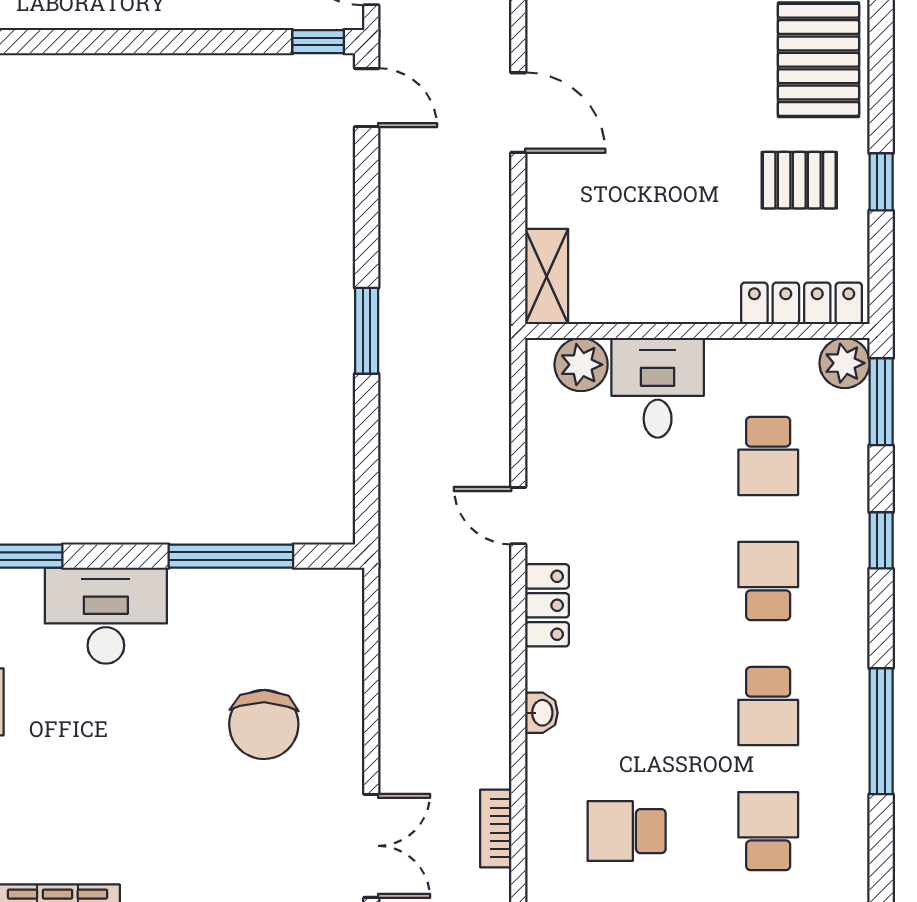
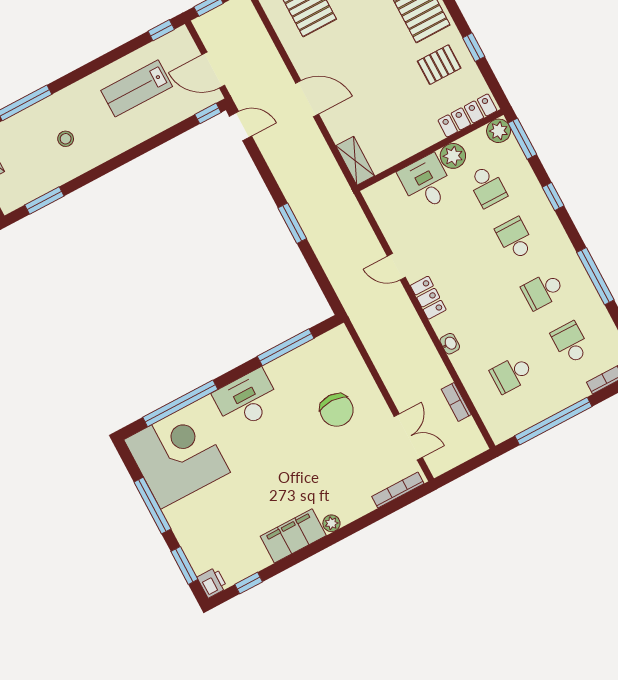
plant: (581, 365) -> (453, 156), moved
school desk: (768, 706) -> (543, 291), turned 90

